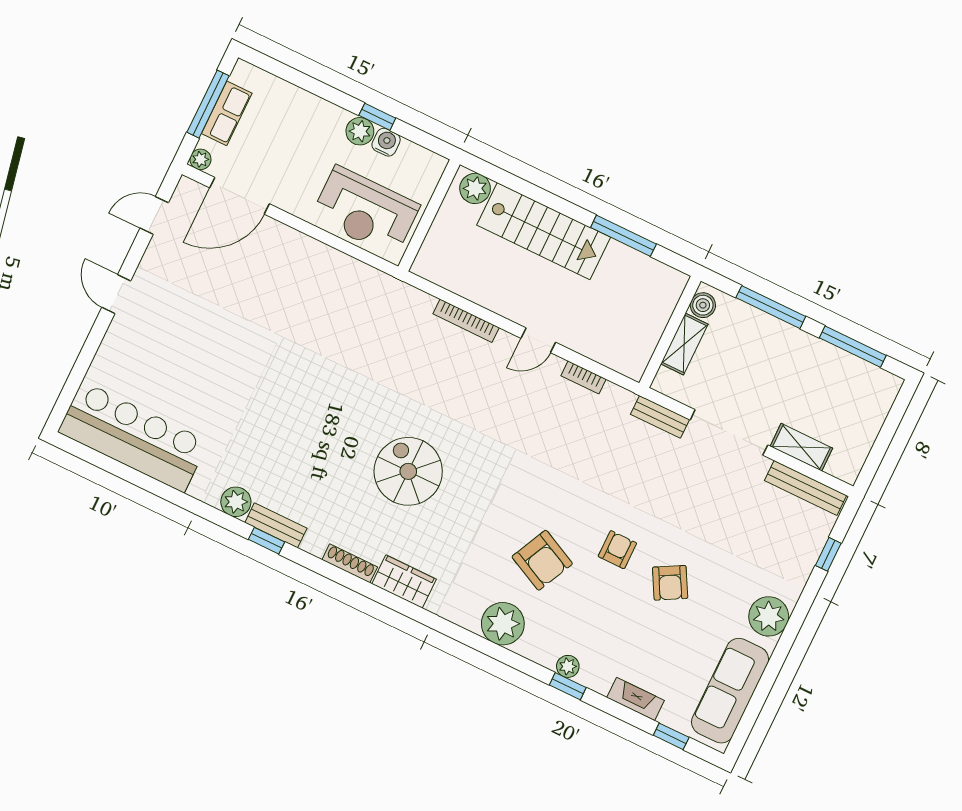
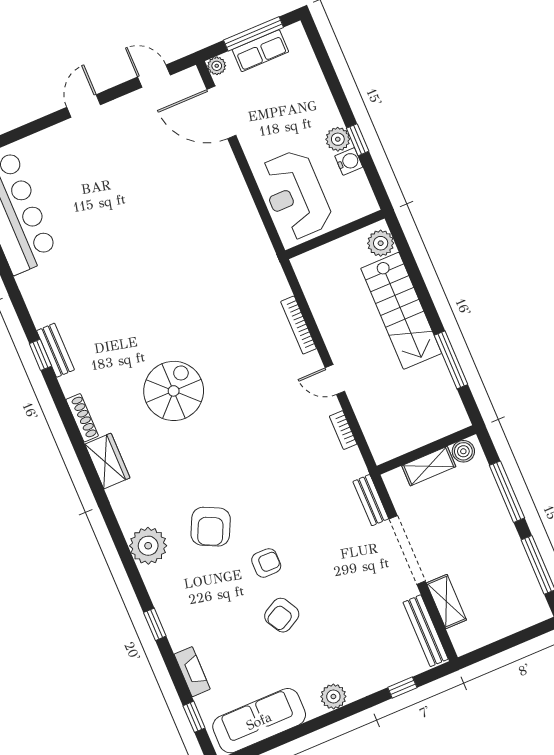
plant: (236, 502) -> (43, 312), removed
plant: (769, 616) -> (333, 697), width x0.73, depth x0.73
plant: (568, 666) -> (166, 611), removed

